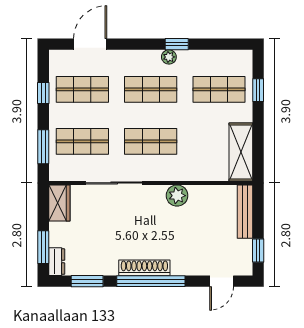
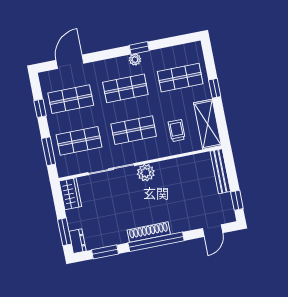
window: (258, 90) -> (215, 88), moved
trolley: (202, 152) -> (177, 131), added
plant: (177, 196) -> (146, 173), moved

